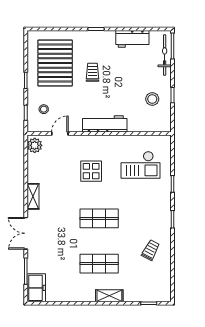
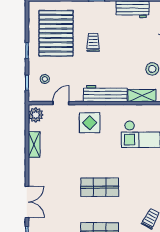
shelving: (142, 126) -> (142, 96), added
display table: (91, 171) -> (90, 123), moved
shelving: (33, 196) -> (34, 145), moved
double door: (26, 233) -> (27, 202), swing flipped

